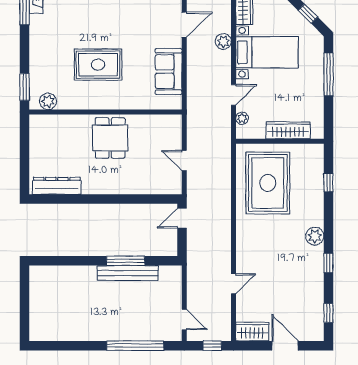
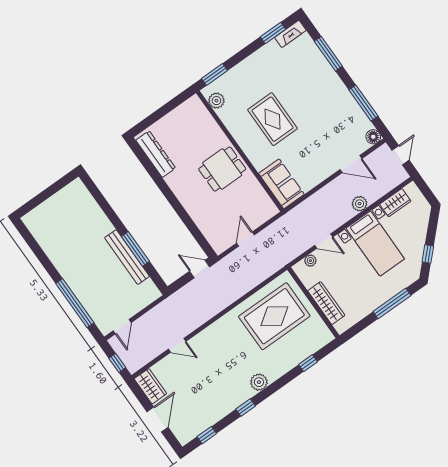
sofa: (169, 72) -> (281, 184), moved, turned 90

